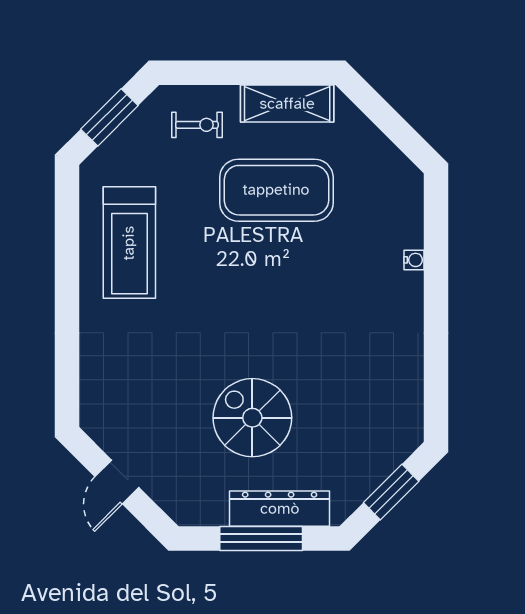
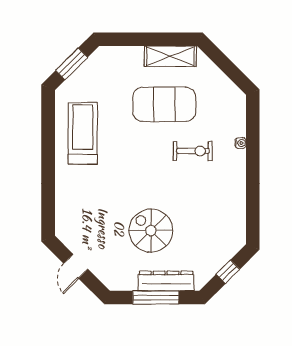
exercise bike: (197, 125) -> (193, 151), moved, width x1.38, depth x1.39
treadmill: (129, 243) -> (83, 133), turned 180
window: (391, 492) -> (228, 272), width x0.67

